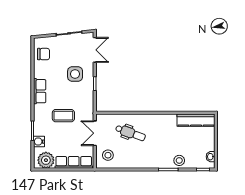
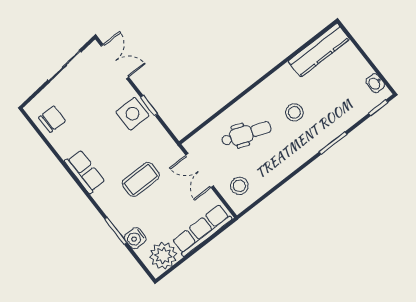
side table: (75, 74) -> (132, 114), moved
stool: (179, 160) -> (294, 112), moved

